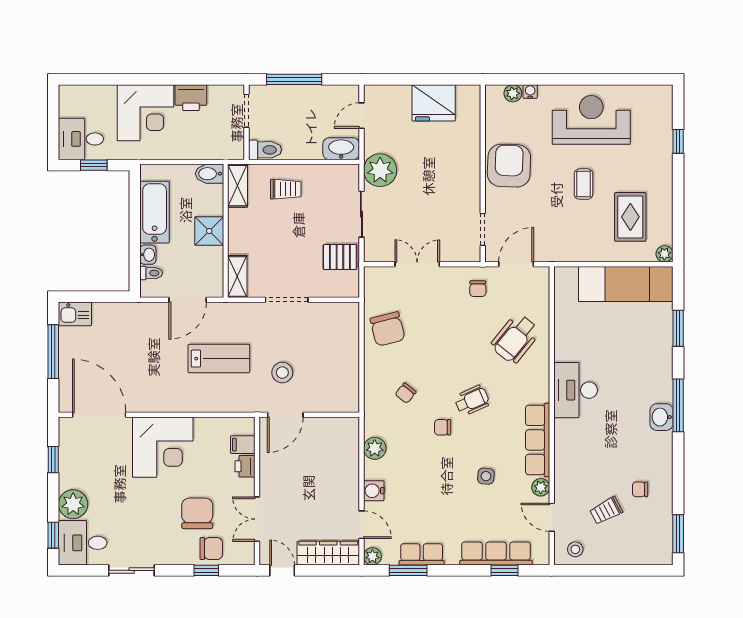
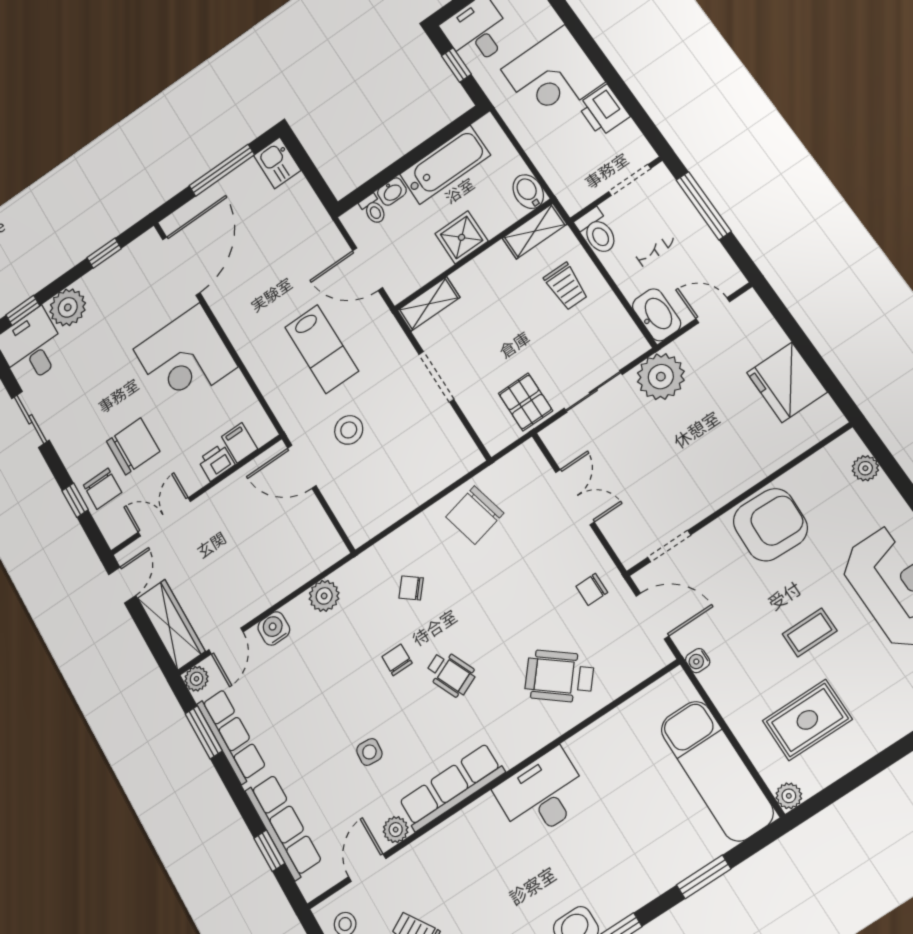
water cooler: (530, 92) -> (698, 661), moved, turned 180
row of seats: (422, 554) -> (231, 736), width x1.48

